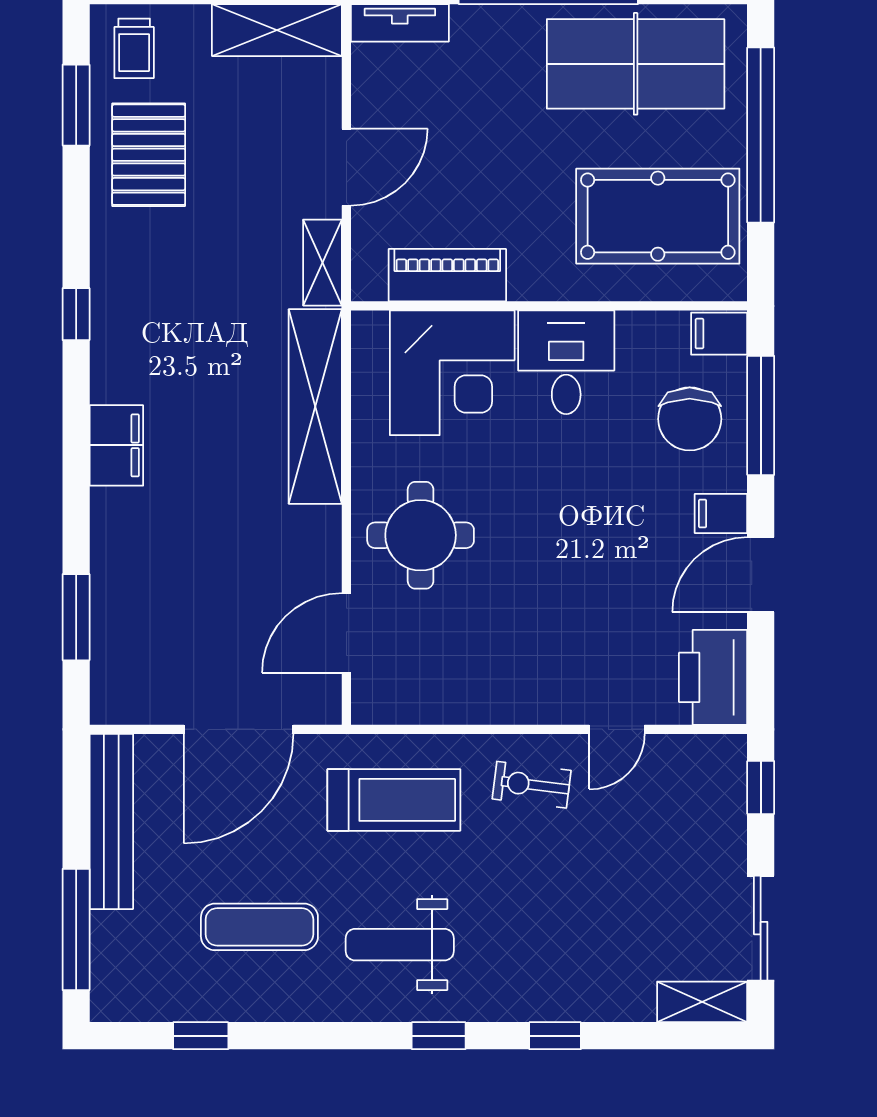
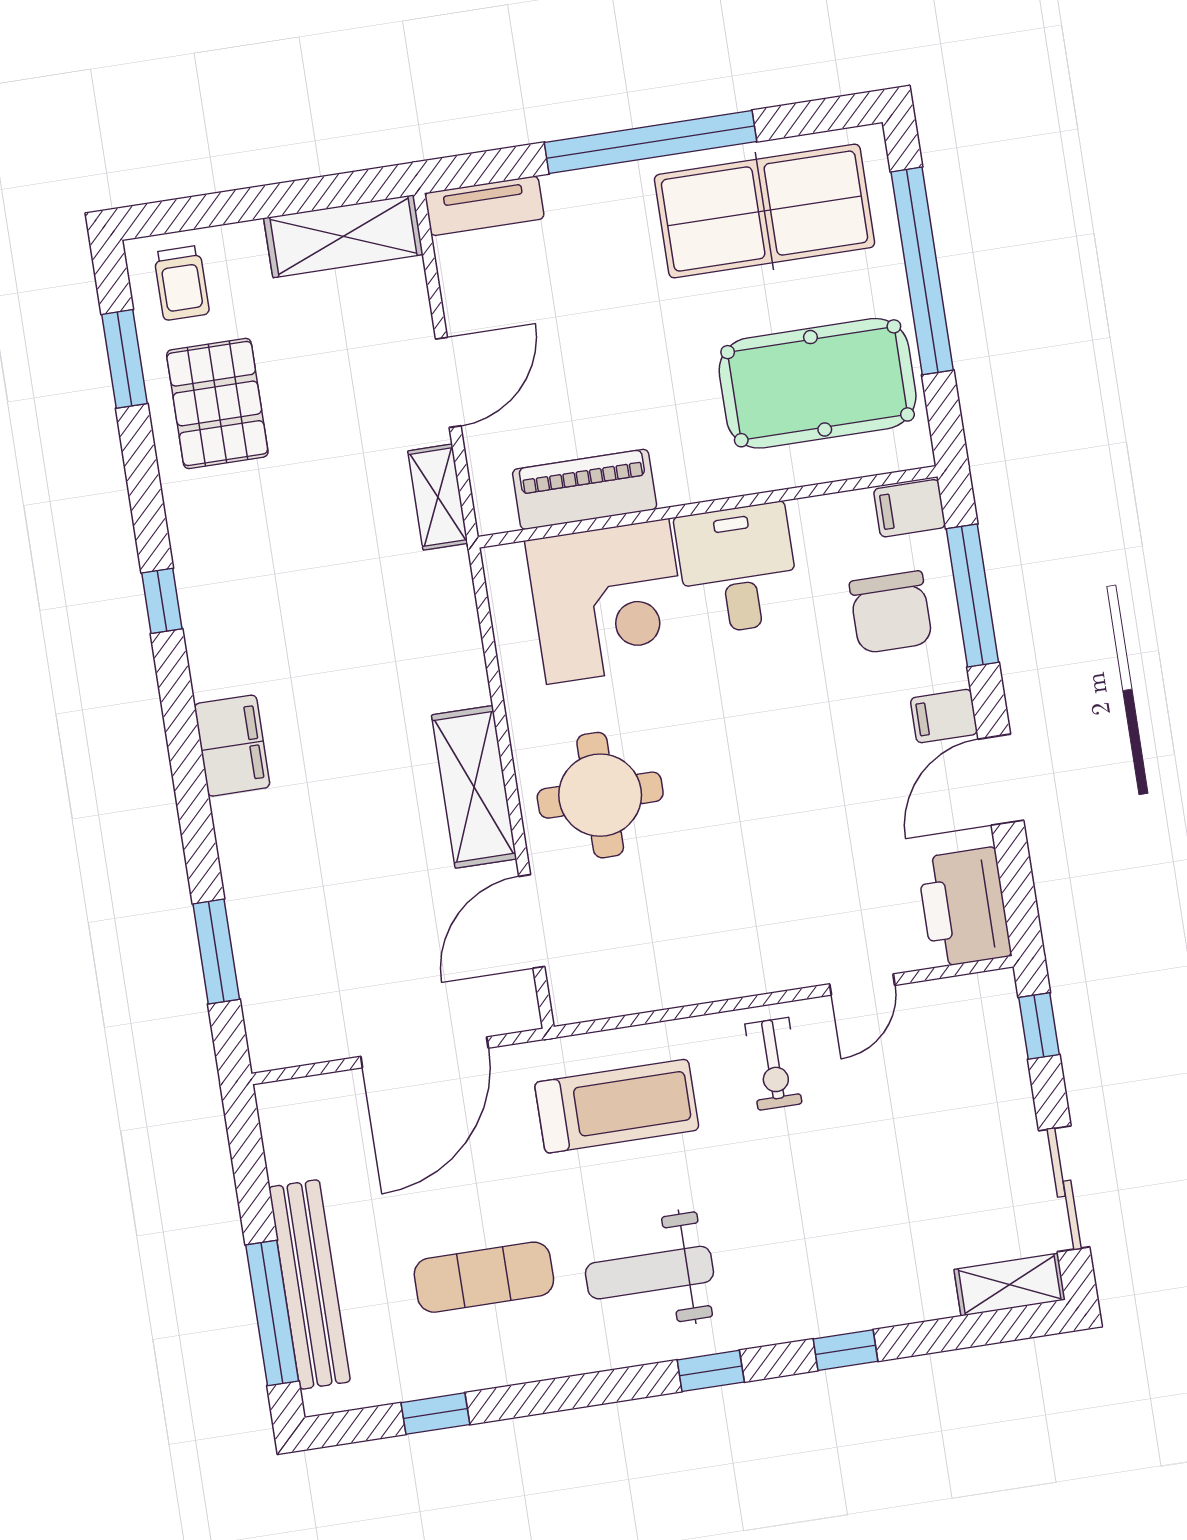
shelving: (315, 407) -> (474, 787), moved, width x0.68
exercise bike: (532, 785) -> (773, 1064), turned -97
bench: (111, 821) -> (310, 1284), moved

